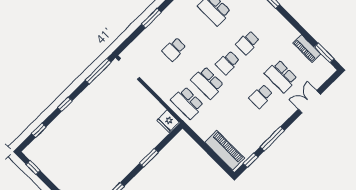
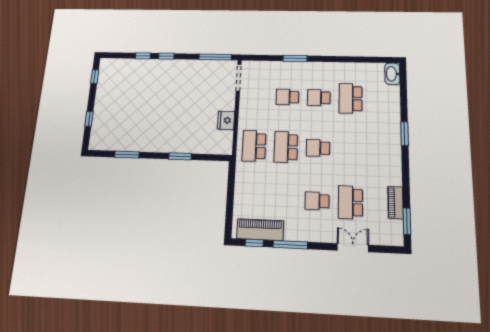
school desk: (248, 43) -> (319, 98), moved
fridge: (168, 121) -> (226, 120), moved
window: (39, 130) -> (143, 56), moved
piano: (225, 150) -> (260, 230), moved, turned -90

